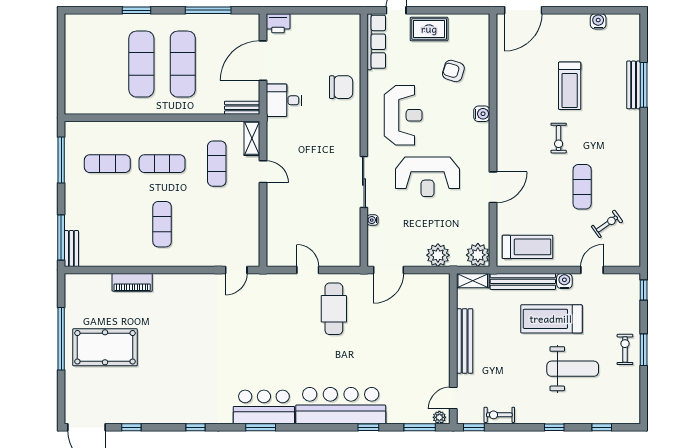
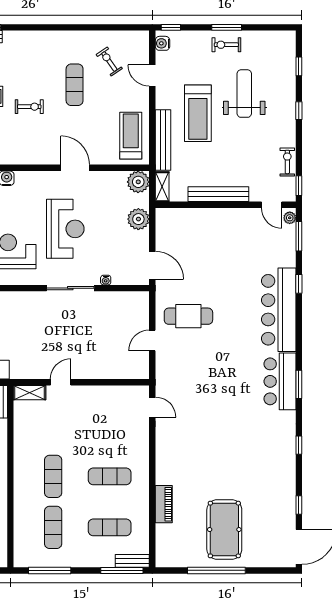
exercise mat: (217, 164) -> (110, 527), moved
exercise mat: (582, 187) -> (75, 85), turned 90
water cooler: (564, 281) -> (163, 43), moved
exercise bike: (499, 415) -> (287, 162), turned 180

